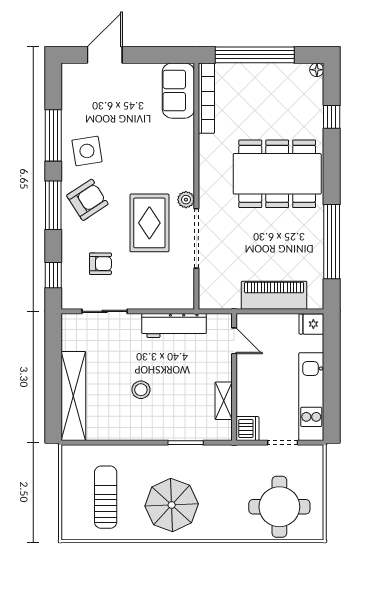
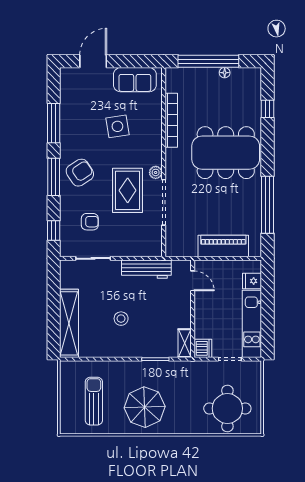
floor lamp: (317, 70) -> (225, 73), moved
sofa: (178, 91) -> (135, 80), moved, turned -90
bookcase: (206, 98) -> (171, 120), moved
side table: (87, 151) -> (117, 126), moved
fridge: (311, 324) -> (252, 281), moved
shelving: (224, 401) -> (185, 343), moved

